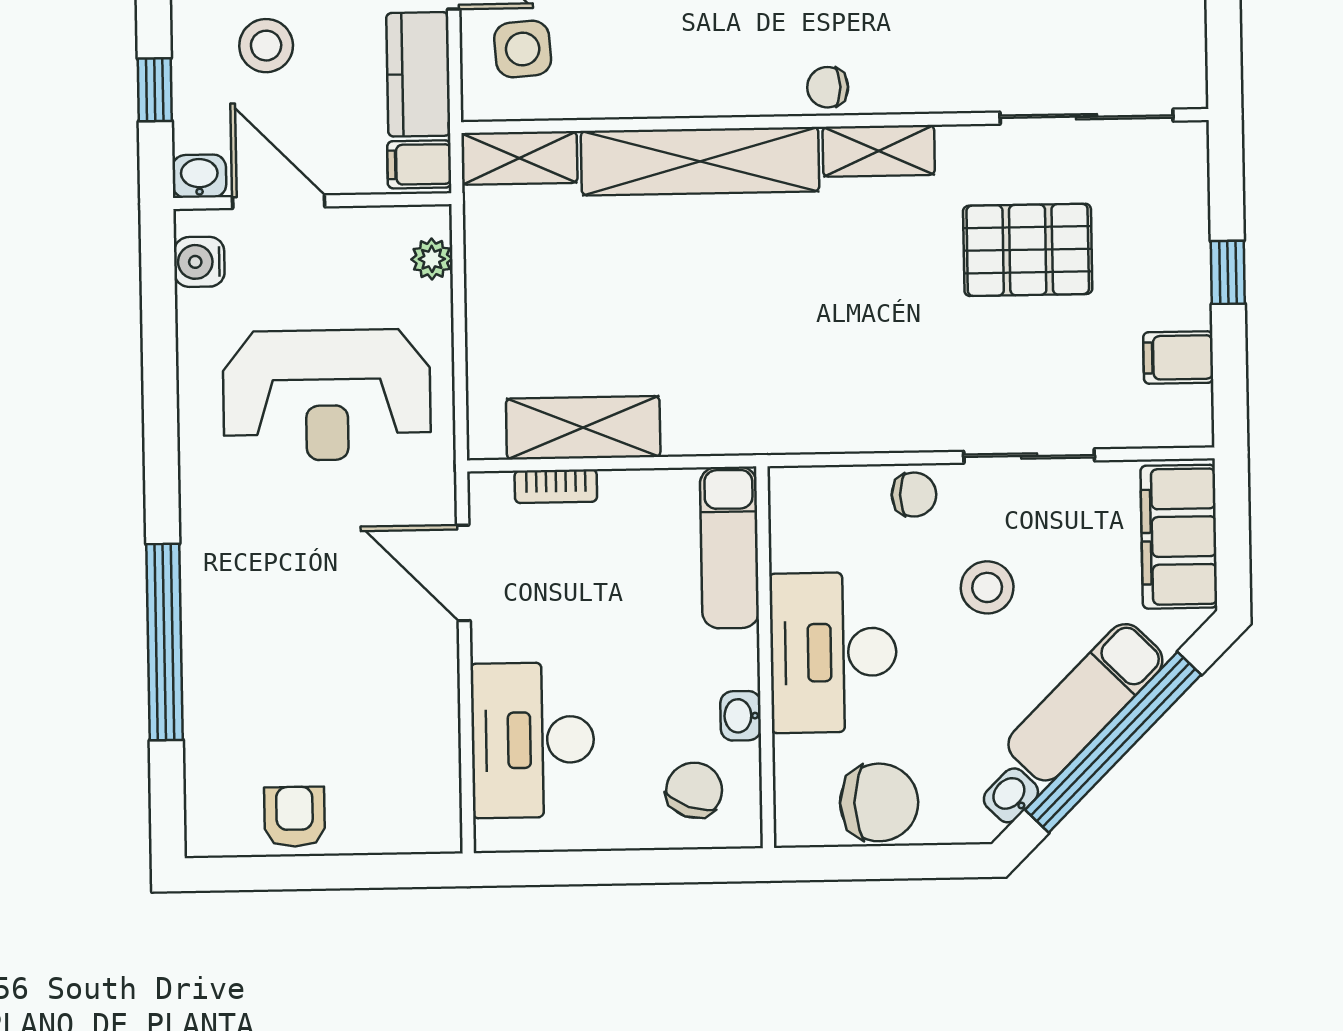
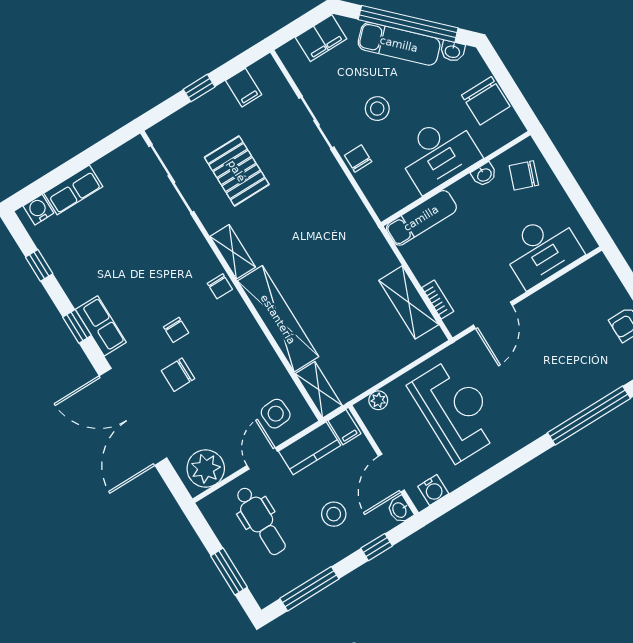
filing cabinet: (1179, 537) -> (321, 38), width x0.67, depth x0.86
chair: (879, 802) -> (486, 101), turned 180

